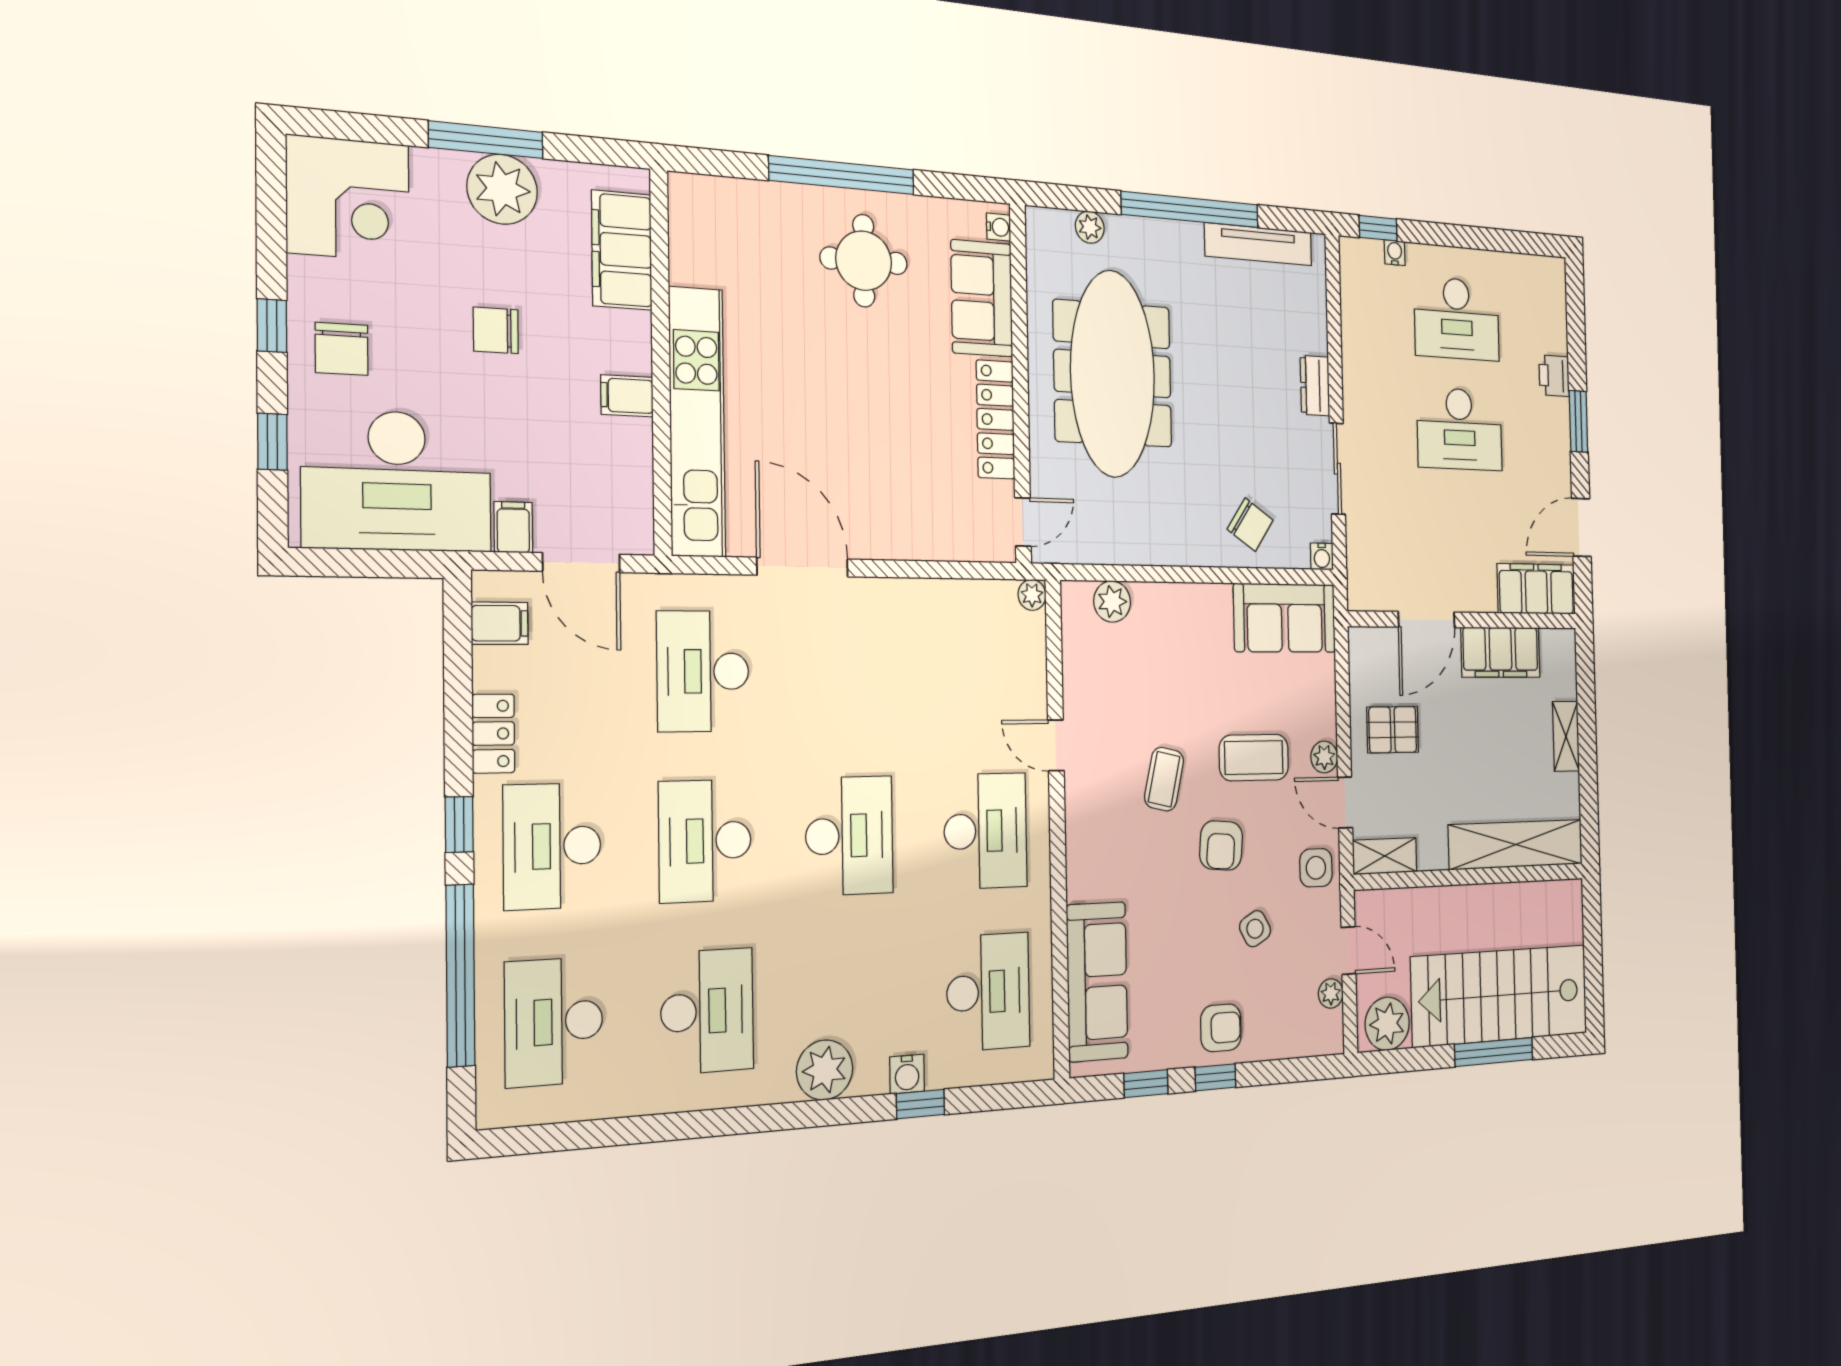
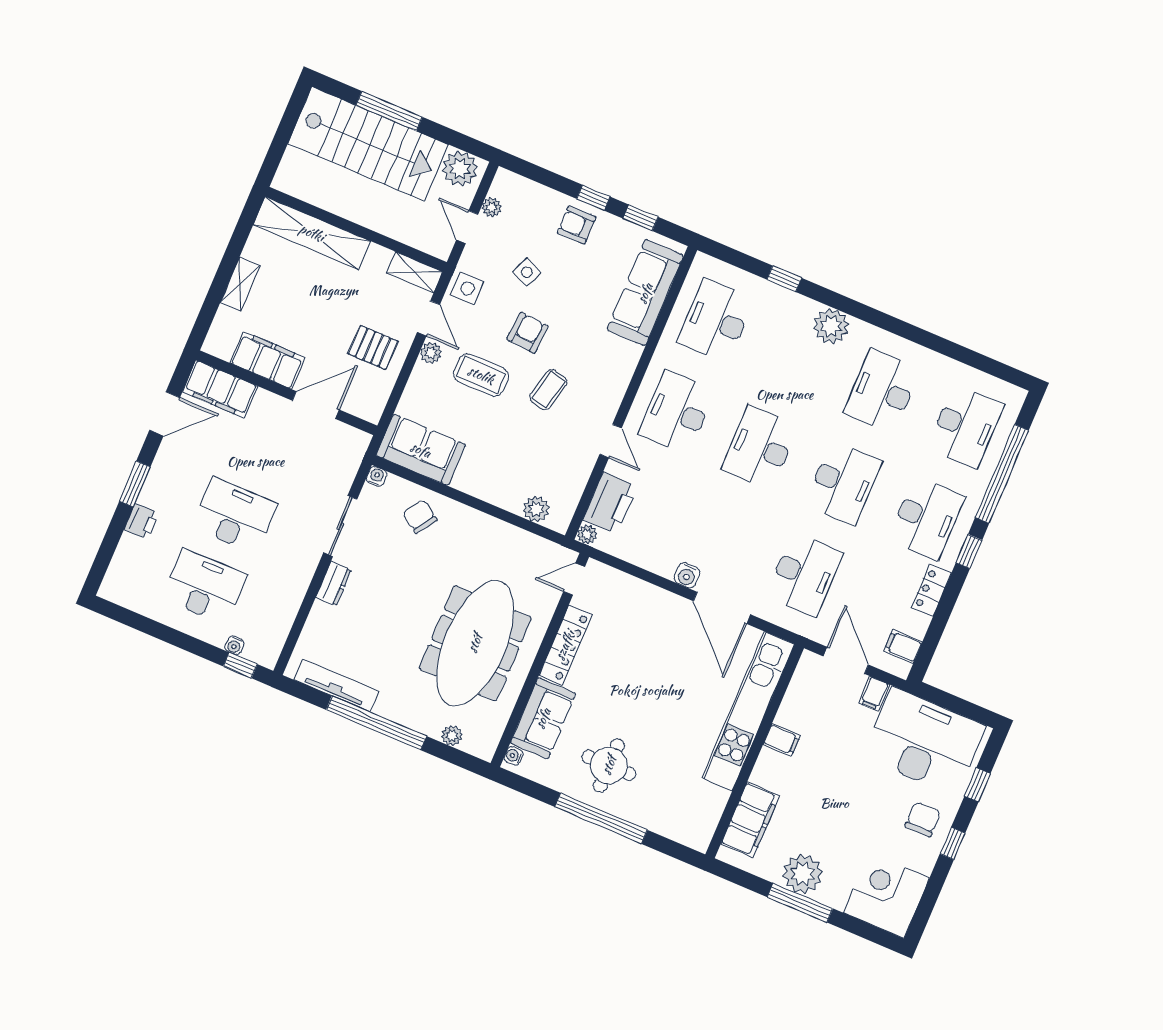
chair: (496, 330) -> (838, 801), removed
printer: (1020, 655) -> (610, 503), added
side table: (1255, 929) -> (527, 272), turned -38
water cooler: (907, 1074) -> (687, 575), moved, turned 180

